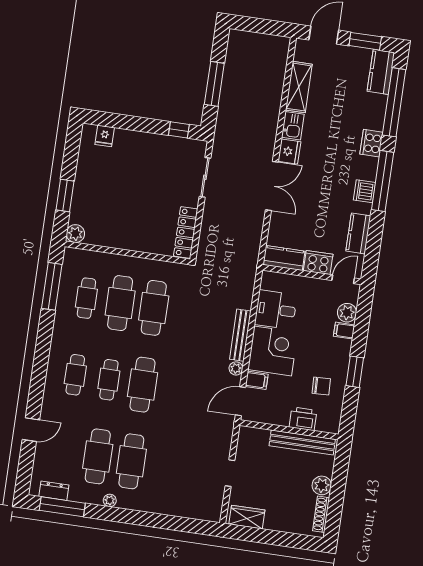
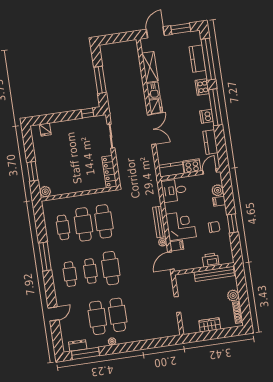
kitchen counter: (381, 72) -> (197, 59), moved
window: (52, 286) -> (45, 256), moved
desk: (276, 310) -> (174, 190), moved
chair: (321, 386) -> (214, 227), moved
wardrobe: (247, 517) -> (210, 325), moved

